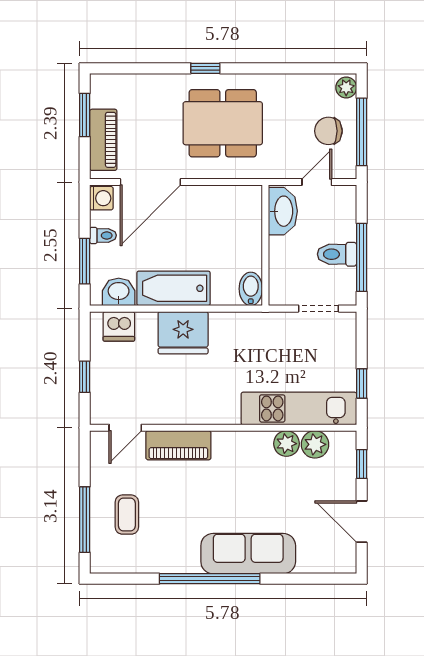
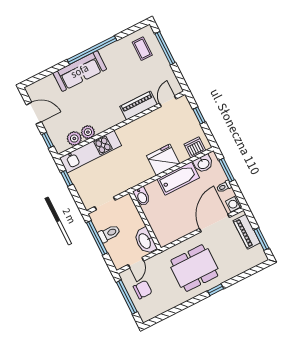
plant: (346, 88) -> (145, 314), removed
coffee table: (127, 515) -> (142, 49), moved

